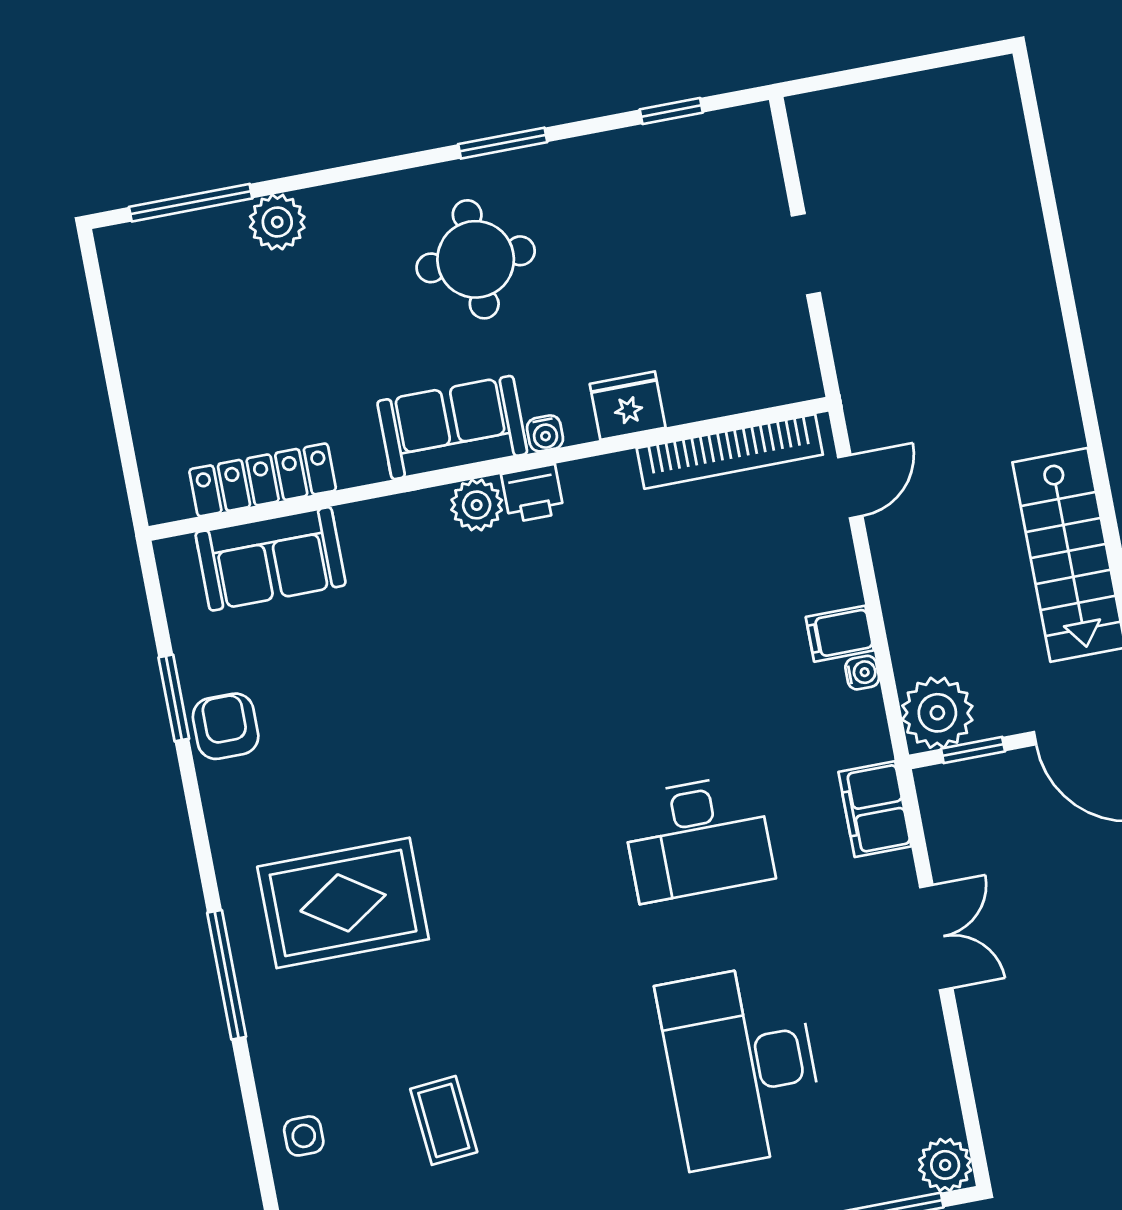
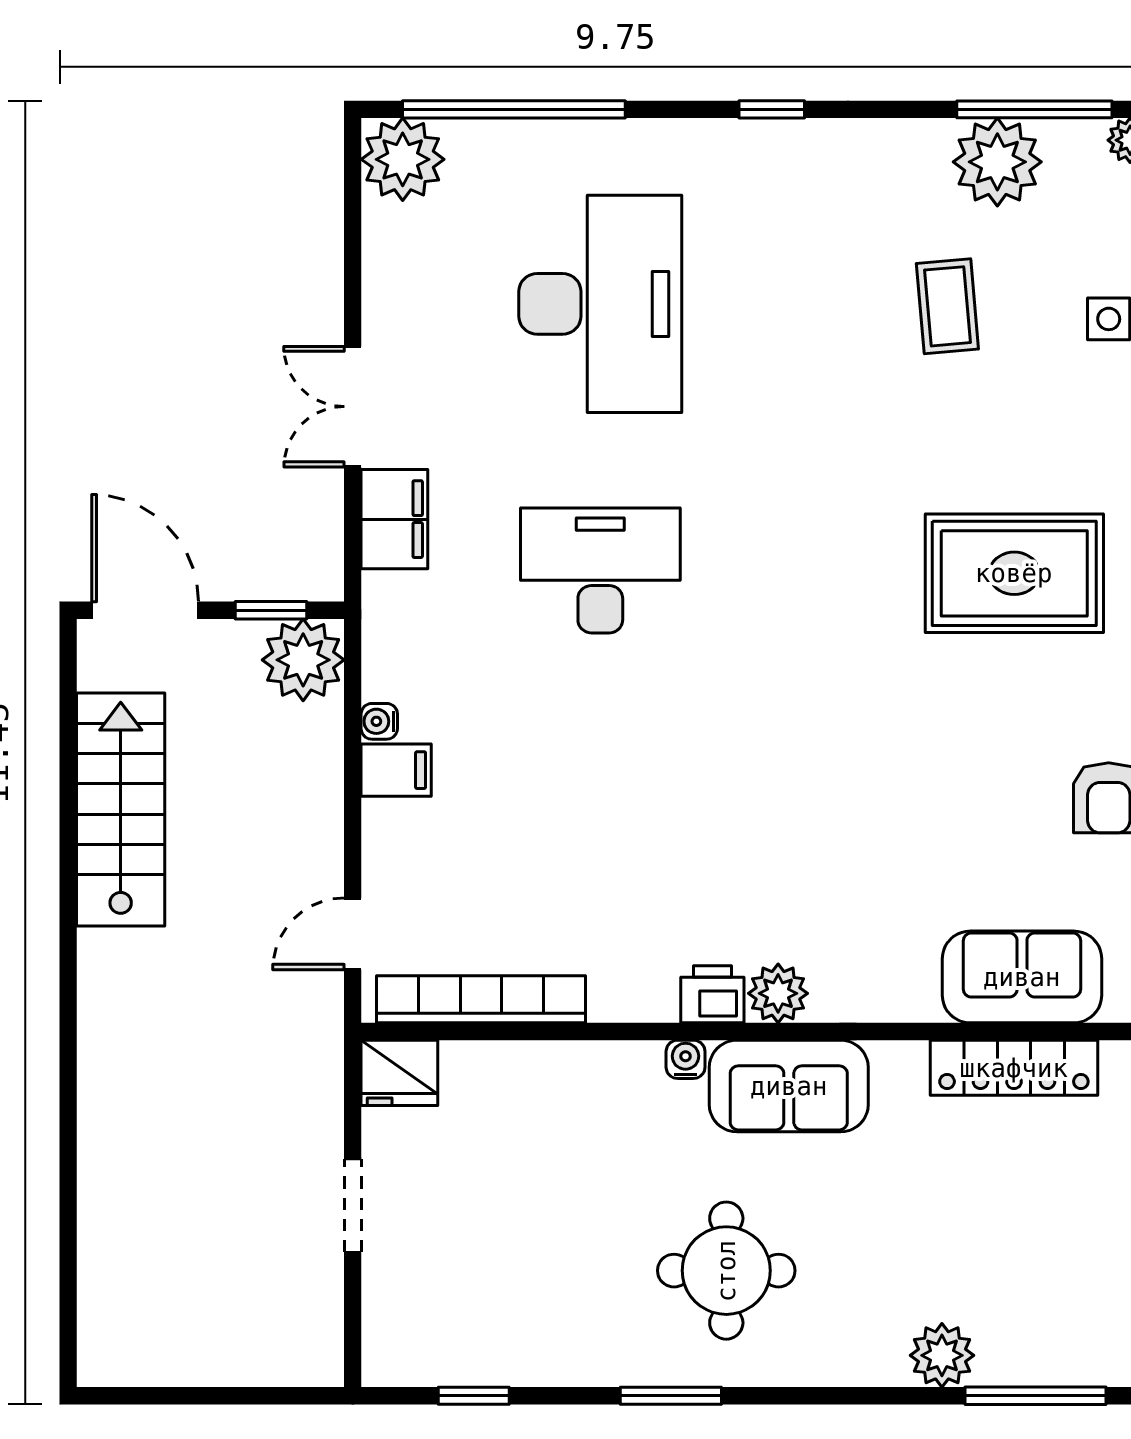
fridge: (628, 406) -> (399, 1073), moved
filing cabinet: (875, 809) -> (394, 519), moved
plant: (945, 1165) -> (403, 159), width x1.36, depth x1.36

